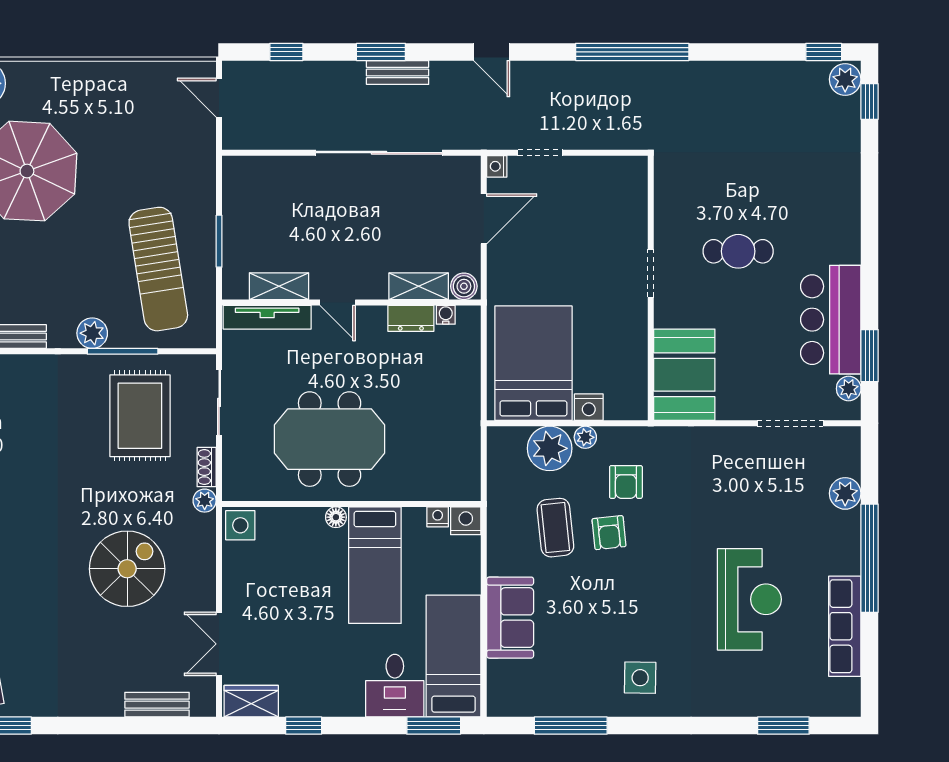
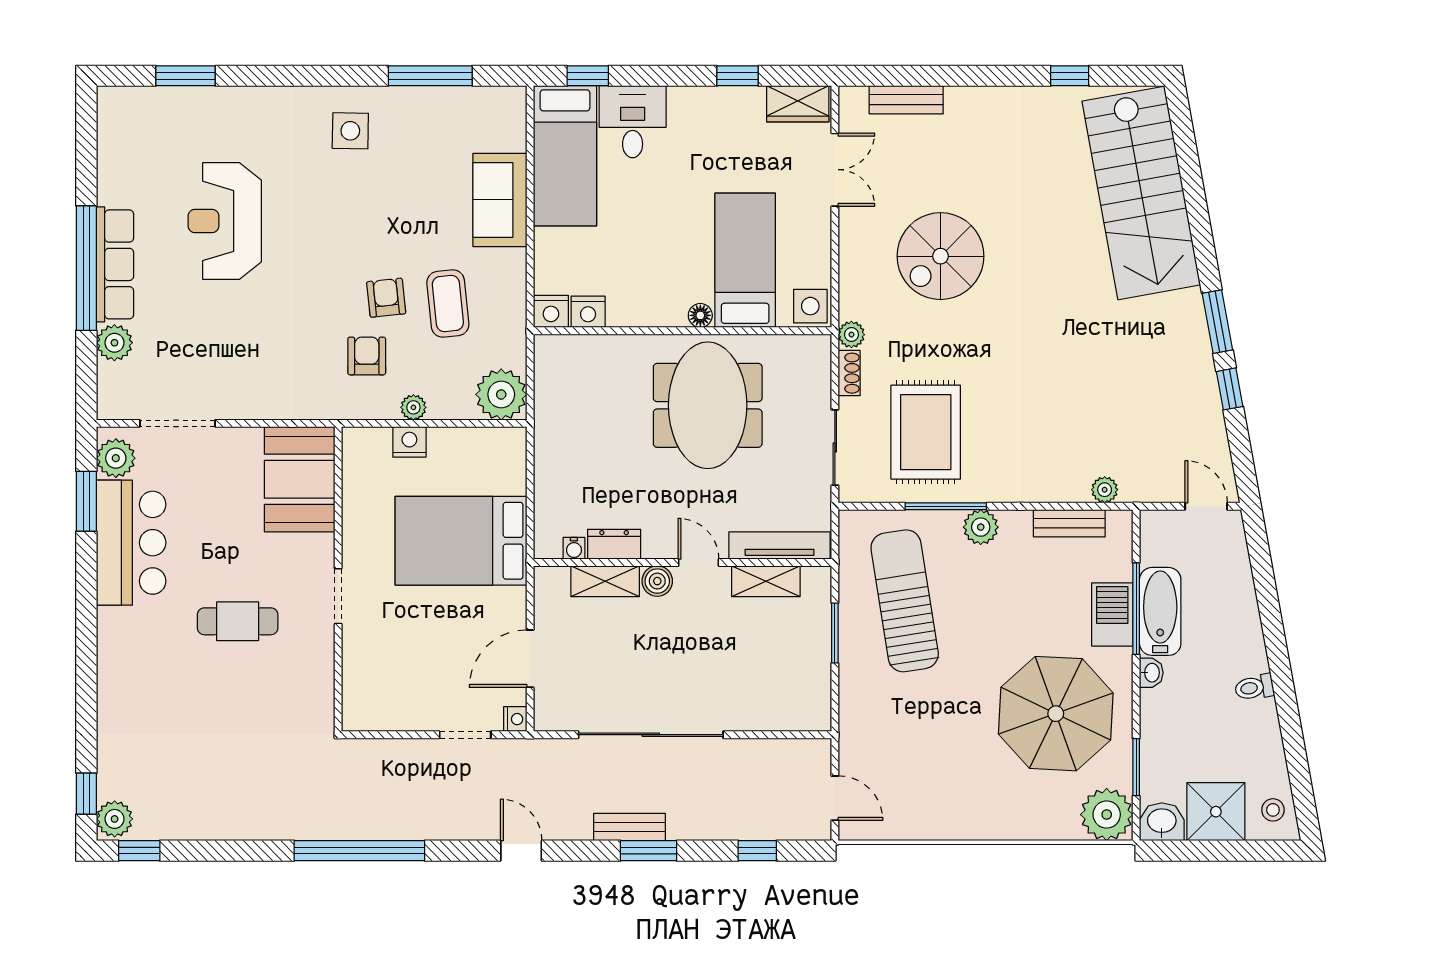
boiler: (464, 286) -> (657, 581), moved
bed: (533, 363) -> (461, 541), moved, turned 90
plant: (849, 389) -> (116, 458), width x1.38, depth x1.38
meeting table: (330, 439) -> (708, 405), turned 90
plant: (550, 448) -> (501, 394), moved
nightstand: (438, 517) -> (588, 312), width x1.39, depth x1.35
bed: (375, 565) -> (745, 260), moved
row of seats: (845, 626) -> (115, 264), moved
window: (434, 726) -> (588, 76), width x0.67

